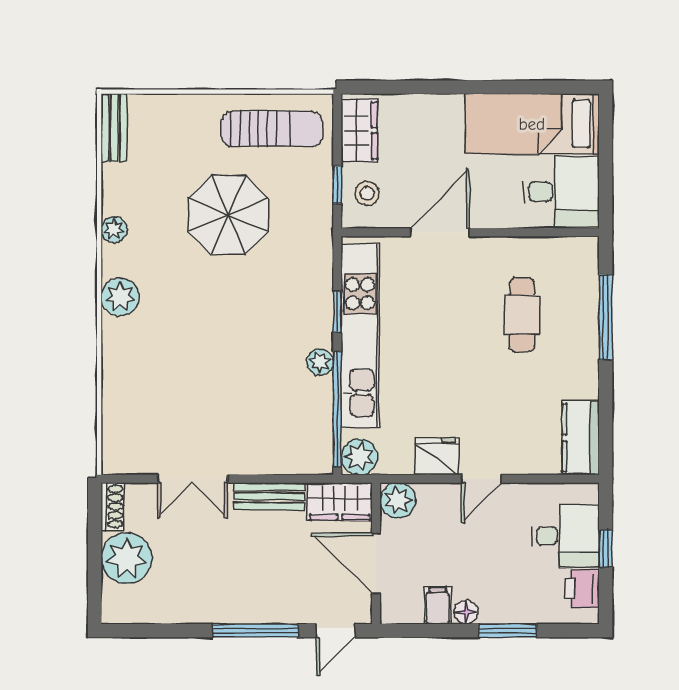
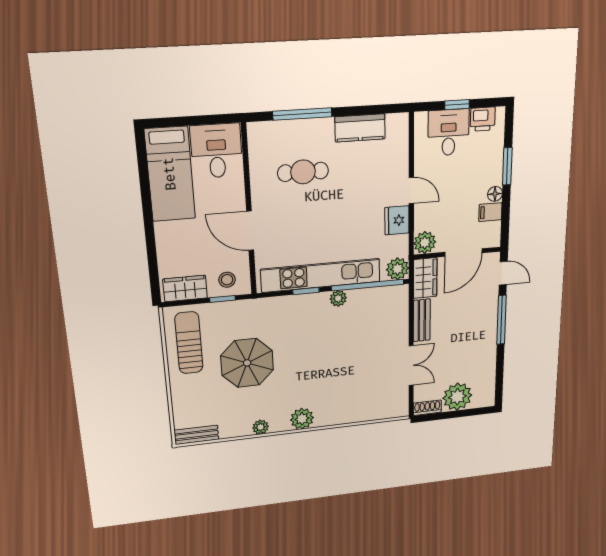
kitchen counter: (581, 438) -> (360, 128), moved

